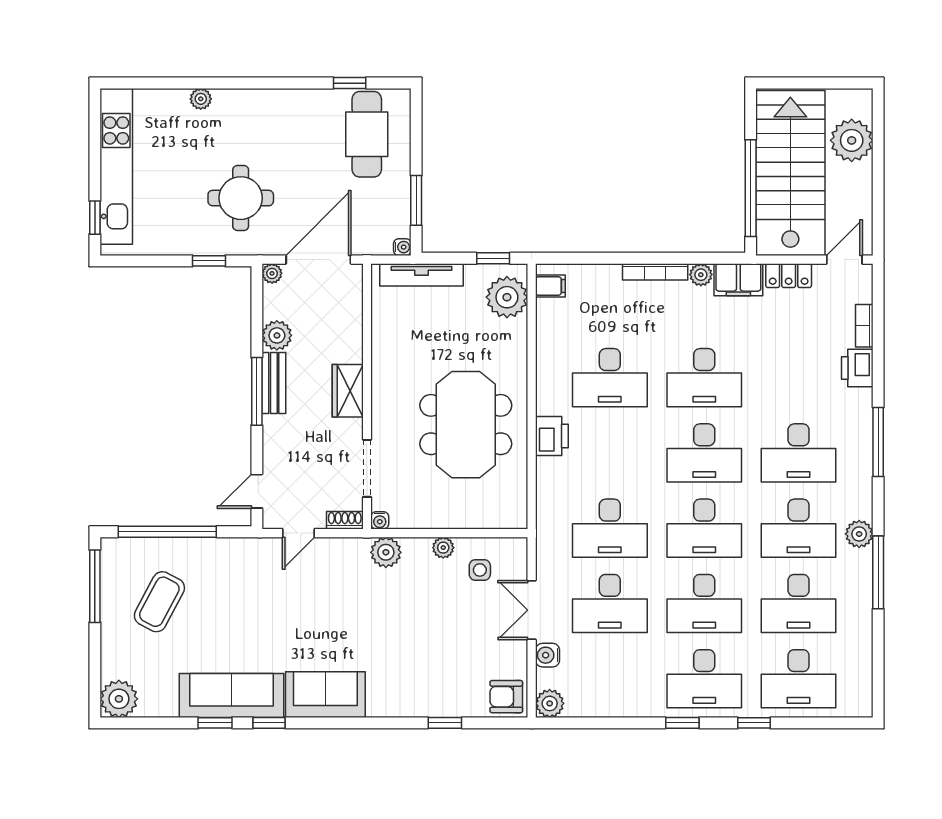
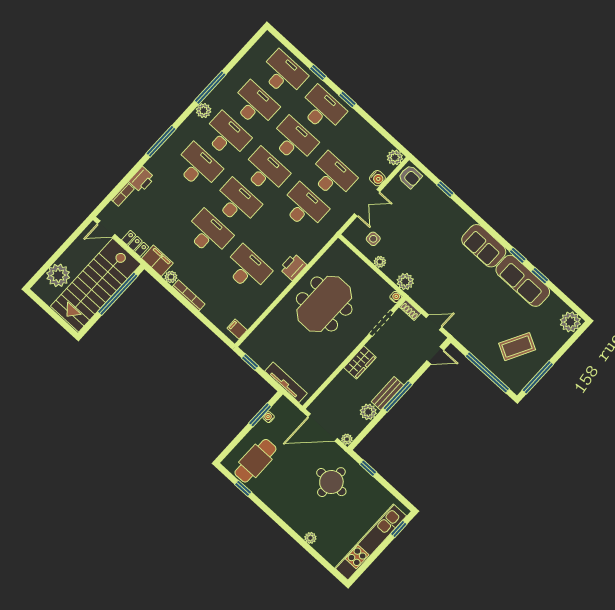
water cooler: (402, 247) -> (269, 417), moved
plant: (507, 297) -> (259, 341), removed

